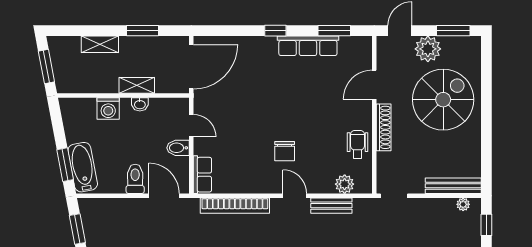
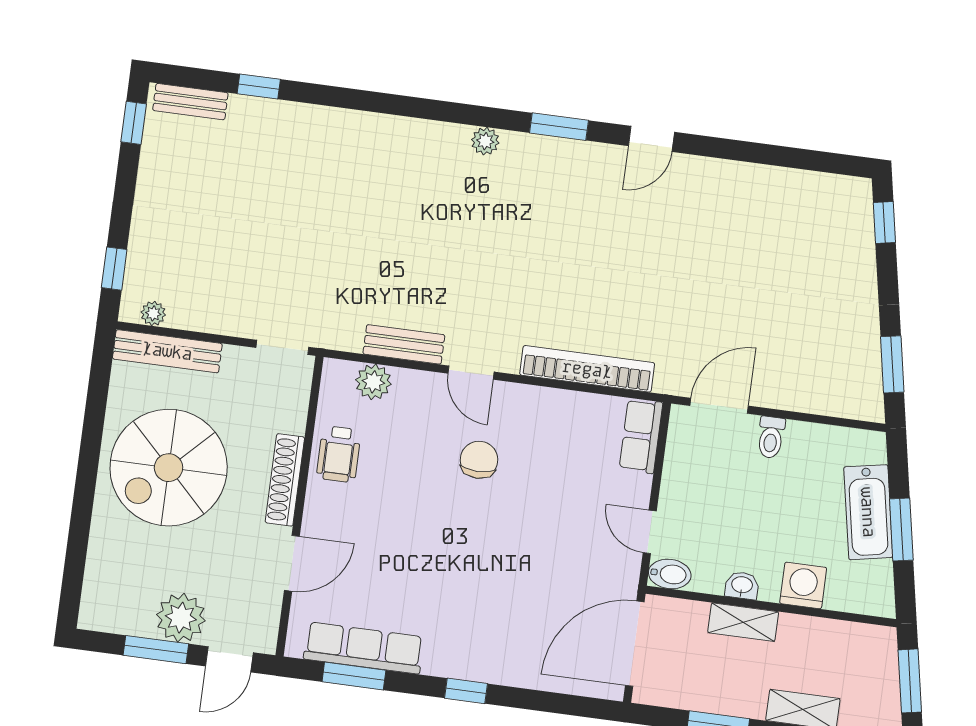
window: (453, 31) -> (156, 650), moved
row of seats: (308, 46) -> (364, 648), moved
spiral stairs: (443, 100) -> (169, 468), moved
bidet: (178, 148) -> (670, 574), moved
window: (65, 165) -> (901, 530), moved
bathtub: (83, 167) -> (868, 512), moved
toilet: (135, 179) -> (771, 437), width x0.73, depth x0.72
door: (164, 196) -> (719, 406), swing flipped

